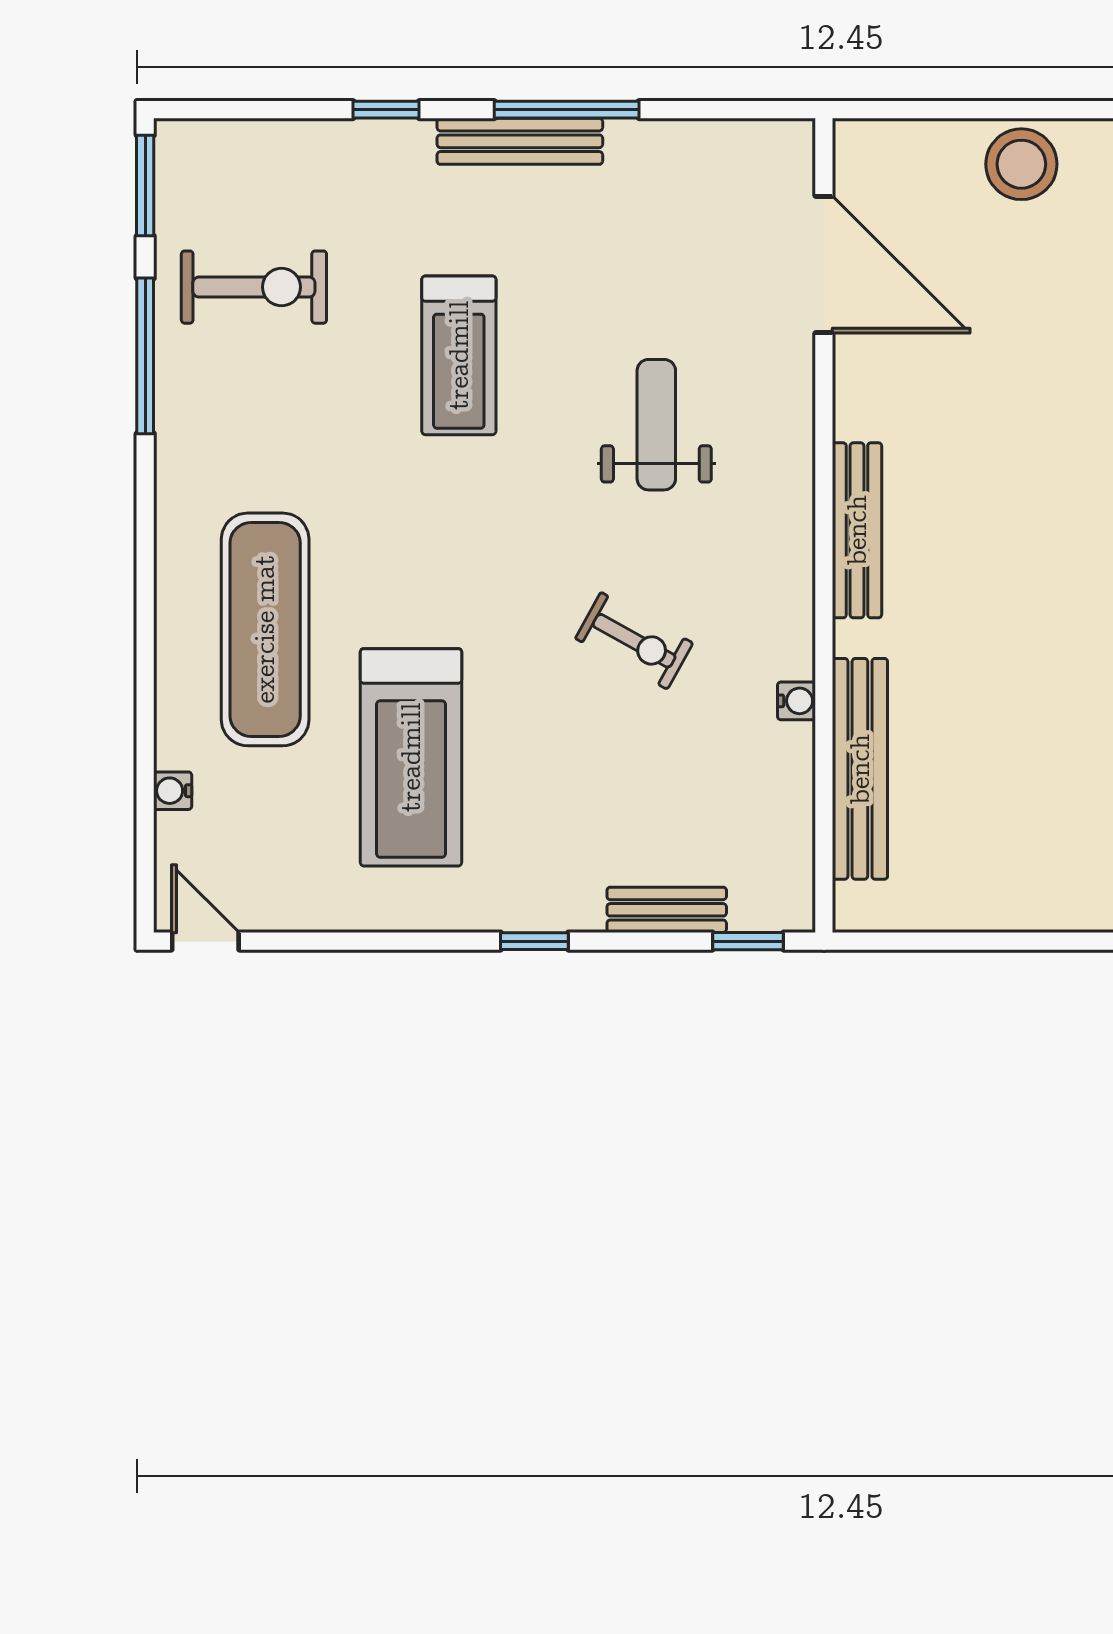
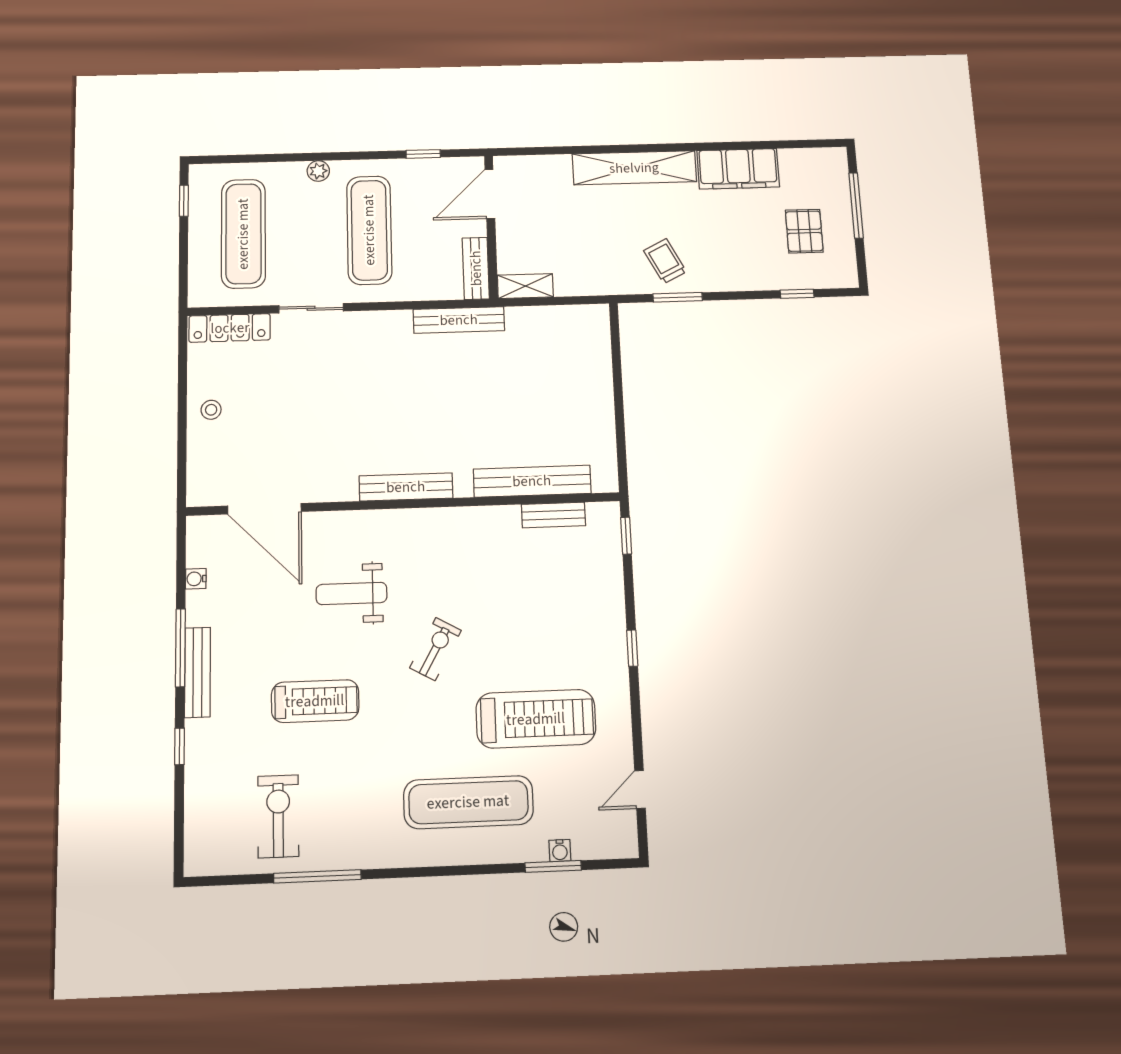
stool: (1021, 164) -> (211, 410), width x0.53, depth x0.53
window: (145, 186) -> (553, 866), moved
door: (824, 265) -> (264, 509), swing flipped
exercise bike: (634, 641) -> (435, 649), moved
water cooler: (796, 701) -> (196, 579), moved, turned -90
bench: (667, 910) -> (553, 515), moved, turned 90
door: (205, 941) -> (640, 789), moved

